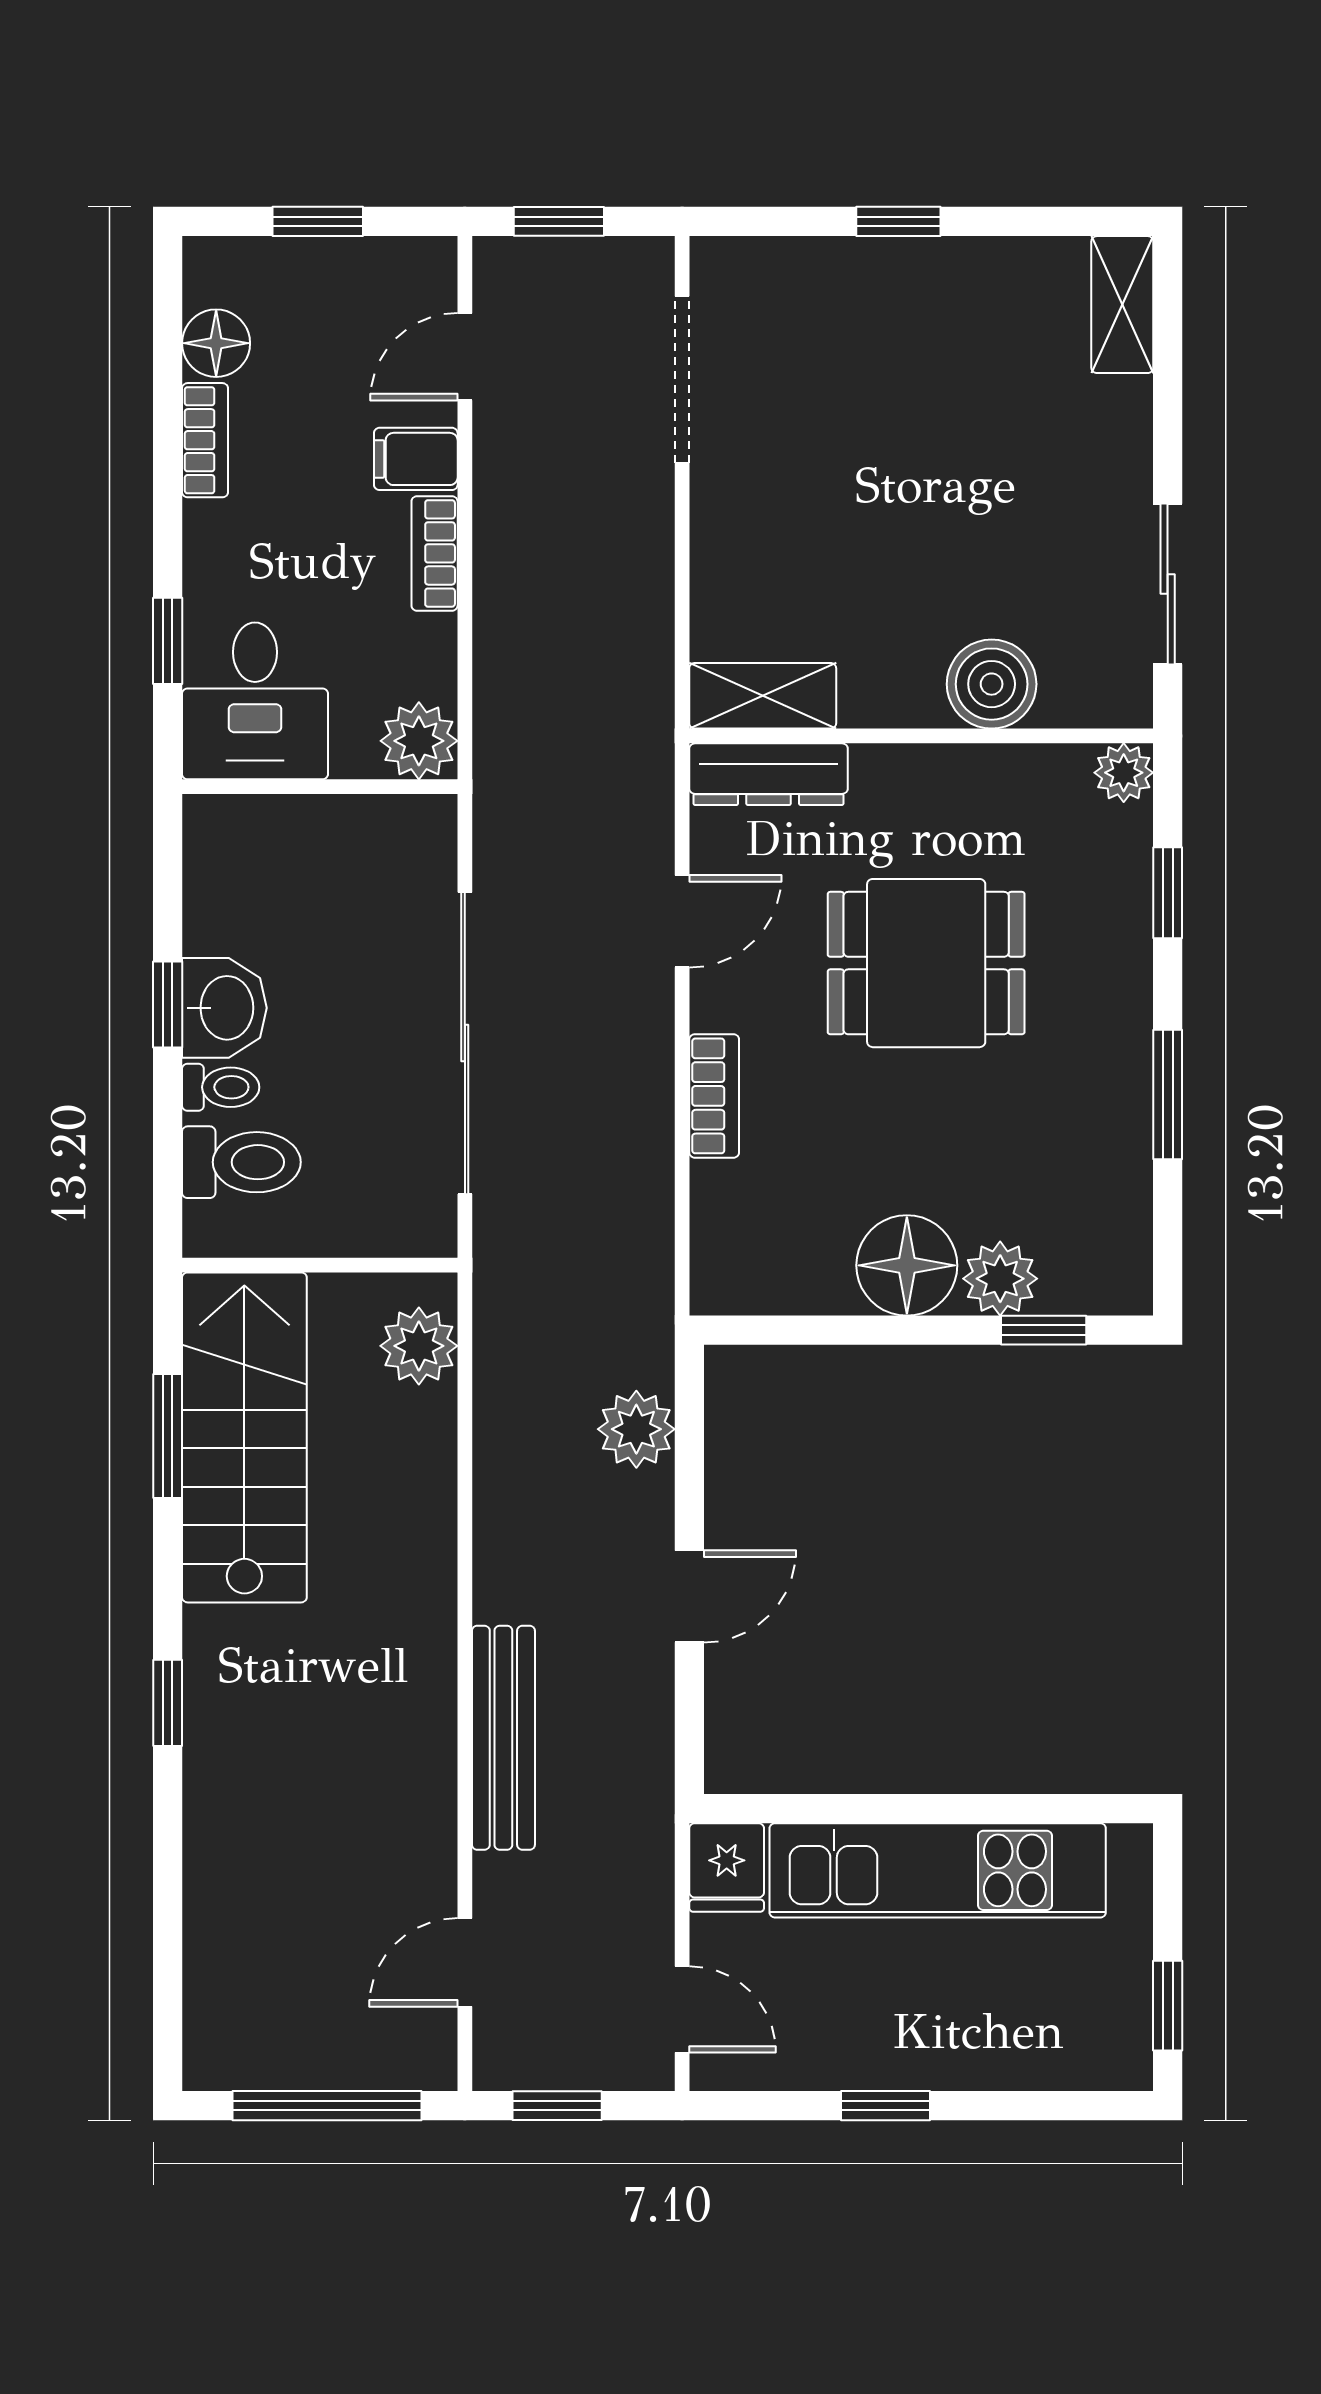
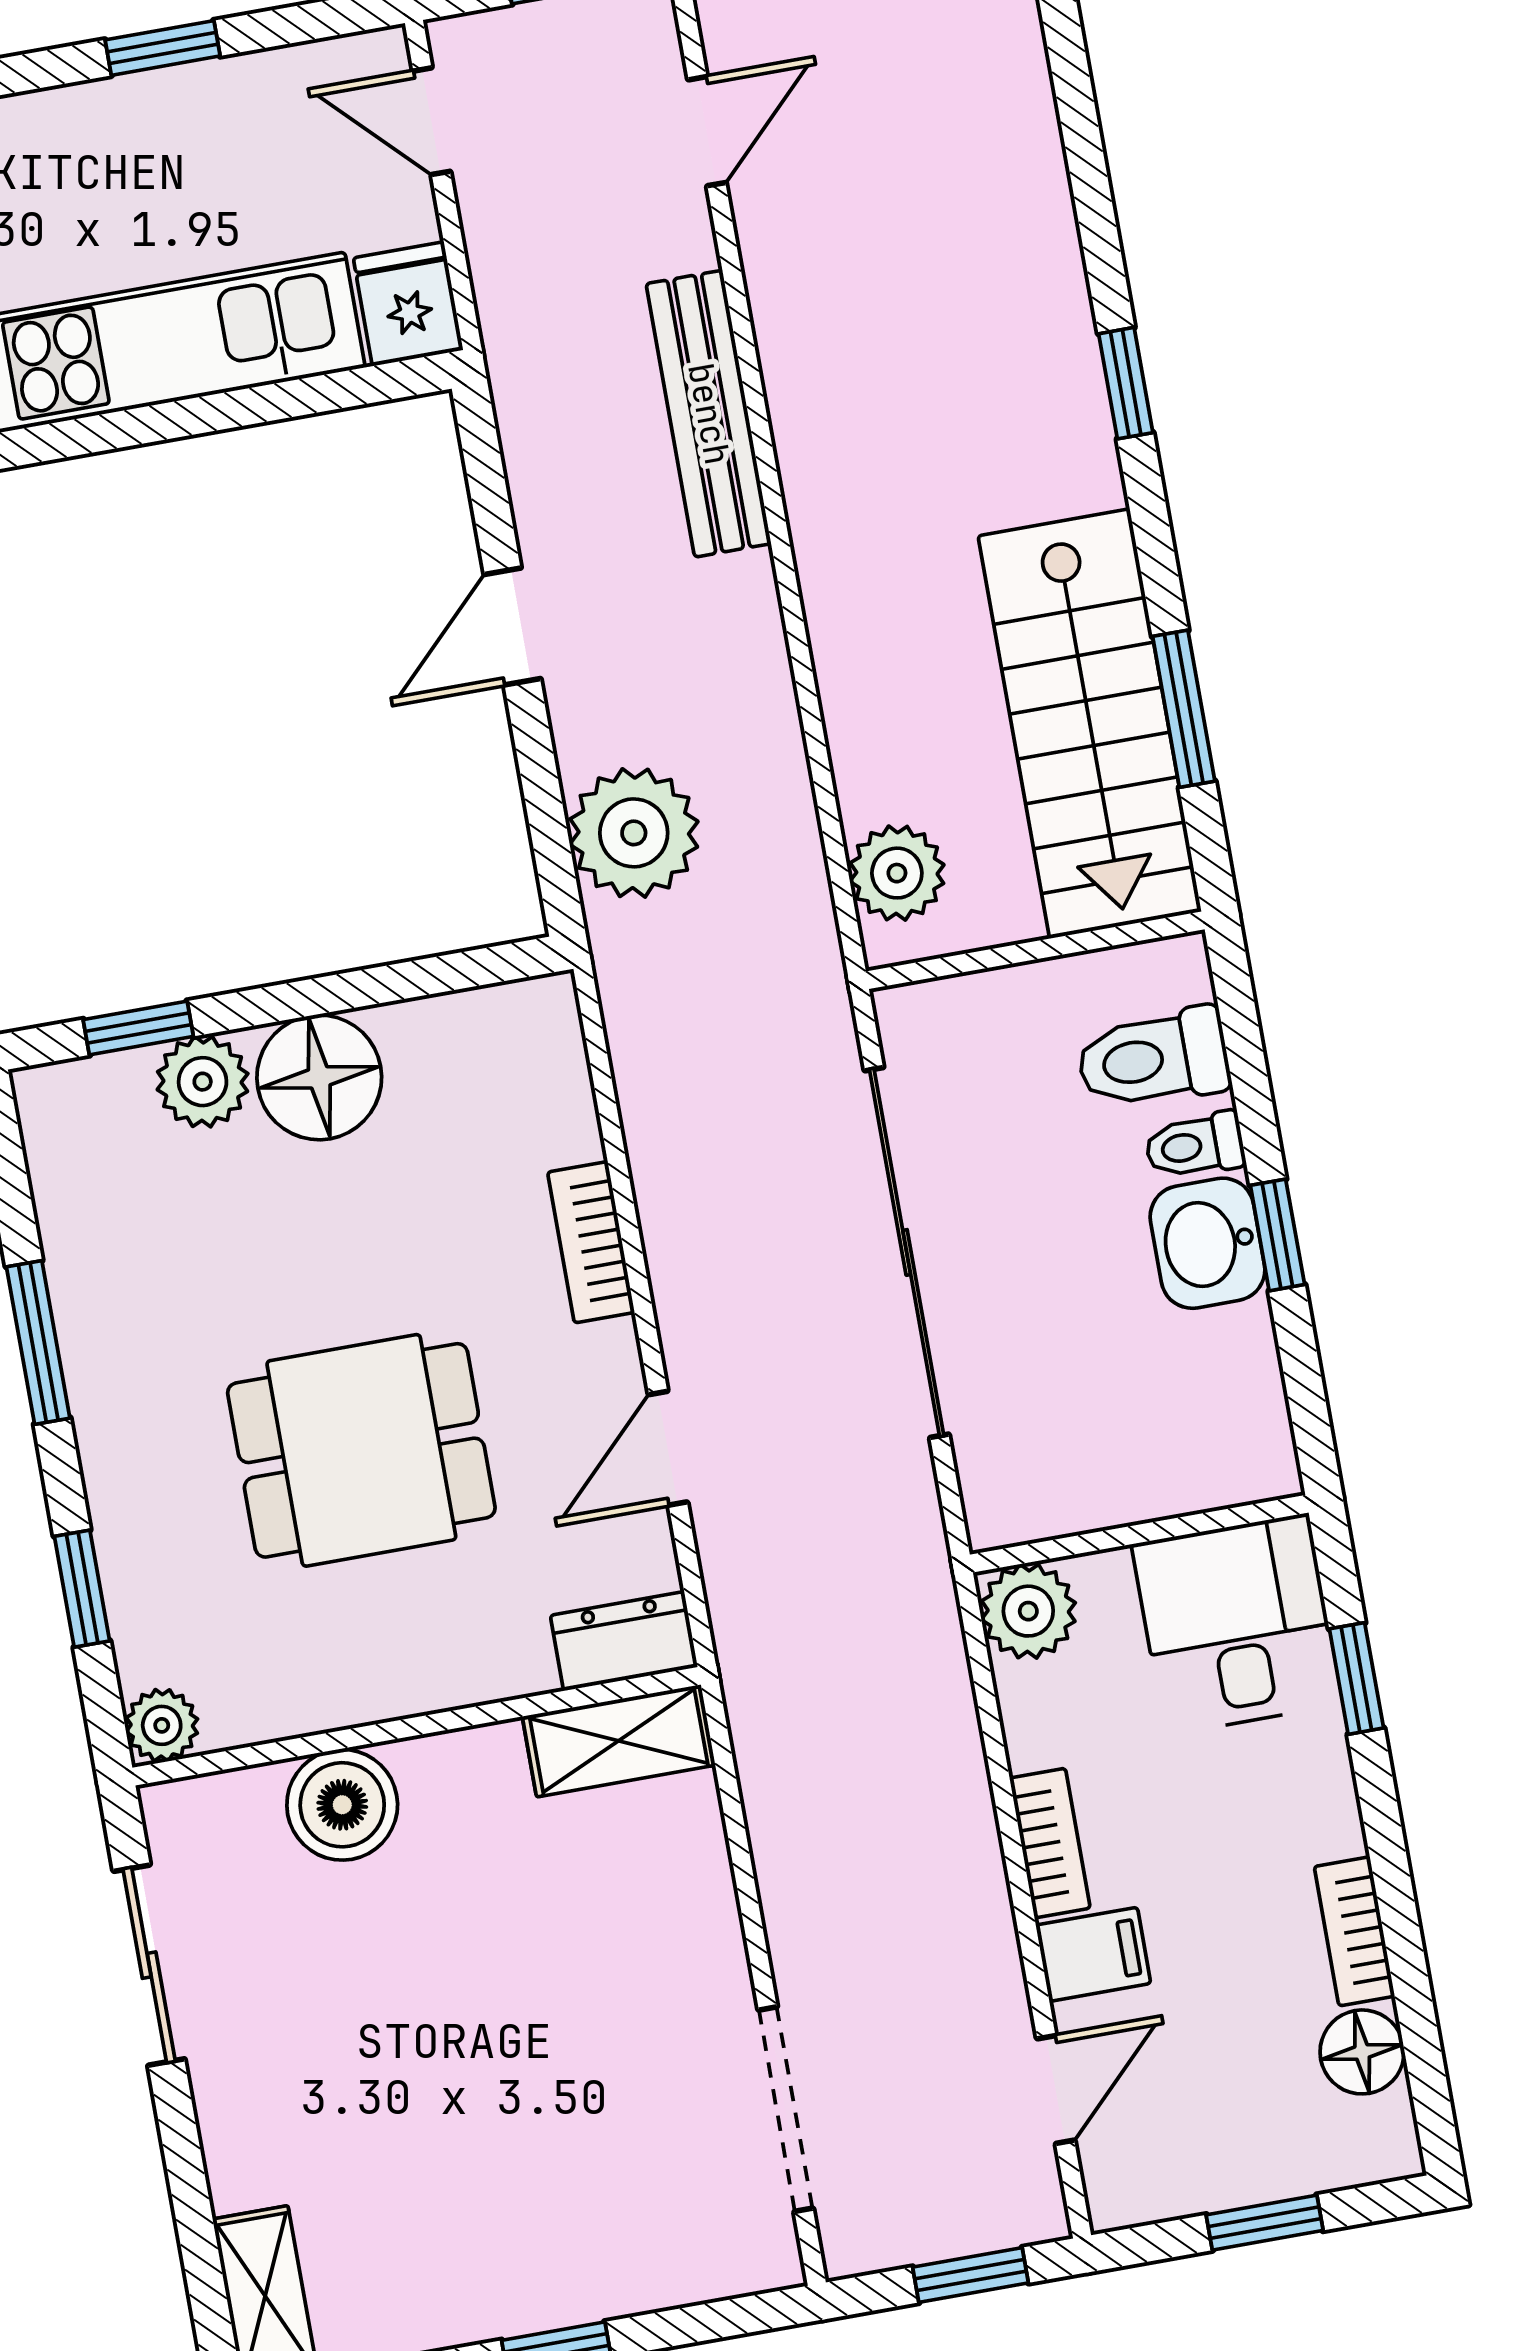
dresser: (769, 774) -> (624, 1641), width x0.70
plant: (636, 1429) -> (634, 833), width x1.36, depth x1.36

